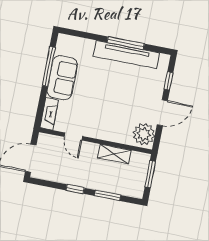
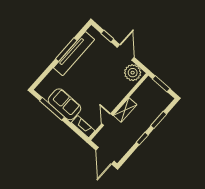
door: (73, 137) -> (107, 120), swing flipped
shelving: (114, 154) -> (125, 110), moved

